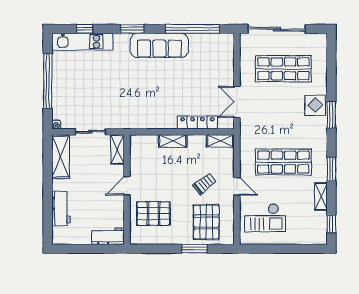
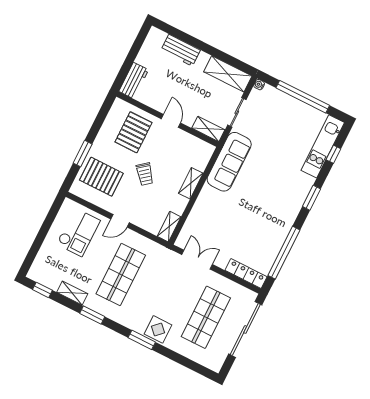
sofa: (159, 45) -> (229, 162), moved, turned 180
locker: (197, 122) -> (246, 274), moved, turned -90
trolley: (204, 184) -> (145, 174), moved
checkout: (265, 218) -> (78, 232), turned 180

